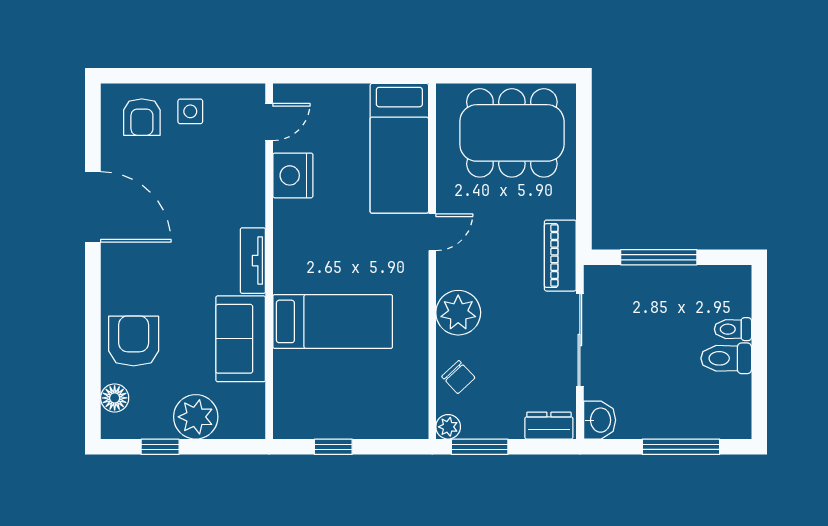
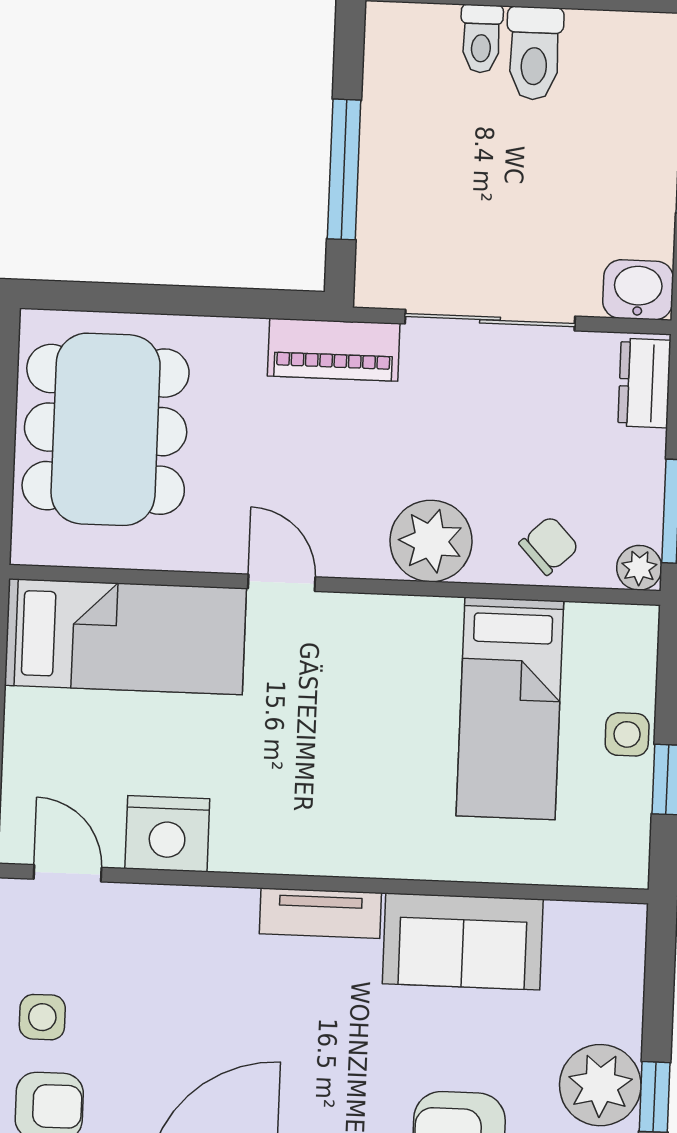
bed: (333, 321) -> (510, 708), moved, turned 180
plant: (196, 417) -> (600, 1085), moved
side table: (357, 424) -> (627, 734), added

